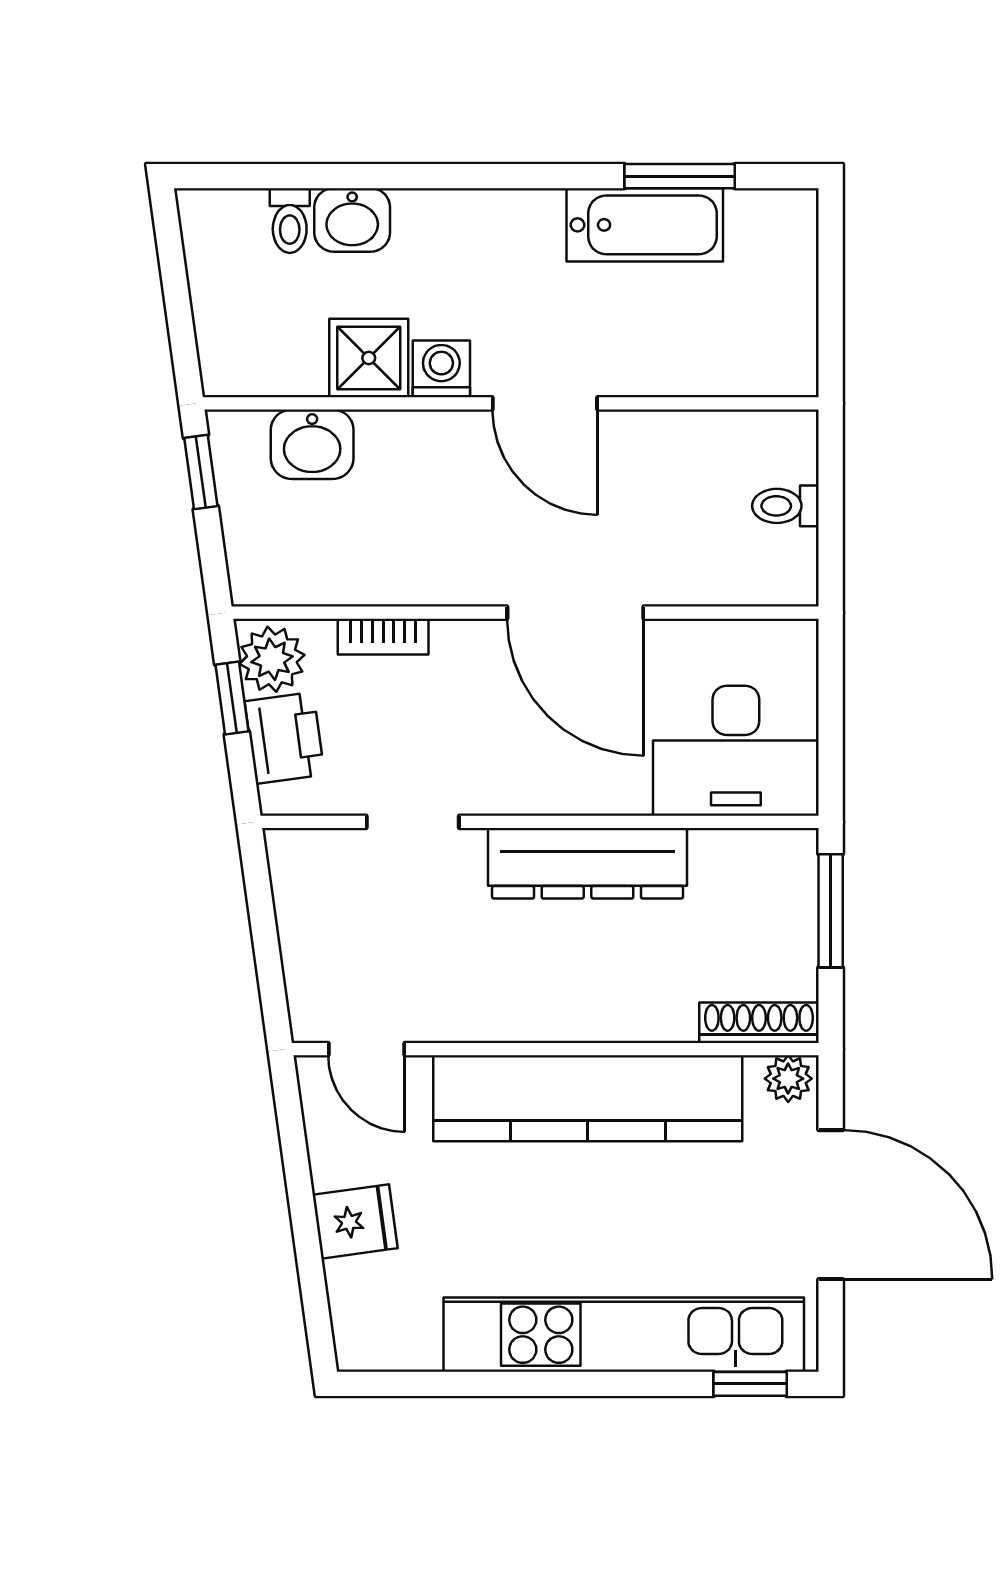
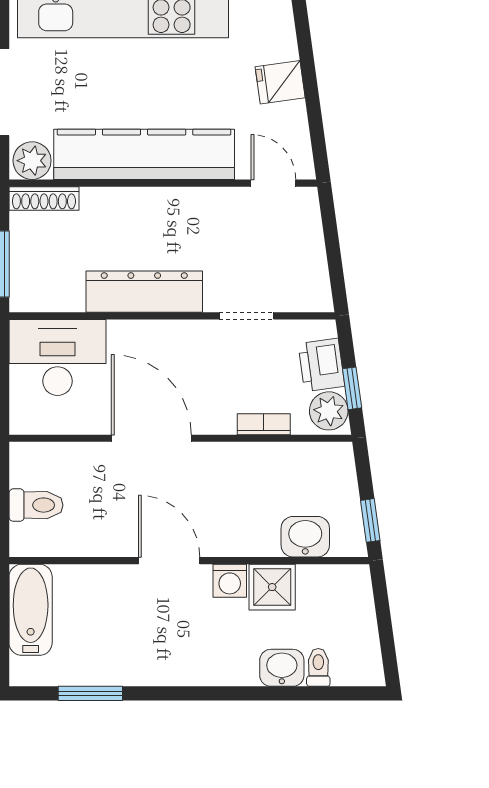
bathtub: (645, 225) -> (31, 610), moved, turned 90
toilet: (785, 506) -> (36, 505), width x1.37, depth x1.39
plant: (788, 1079) -> (32, 161), width x1.38, depth x1.38

